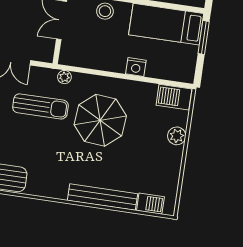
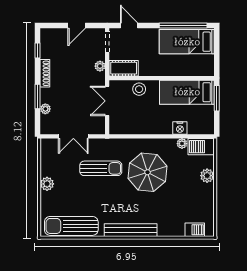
nightstand: (136, 67) -> (180, 128), moved
plant: (64, 77) -> (182, 144), moved
bench: (103, 197) -> (131, 230), moved

